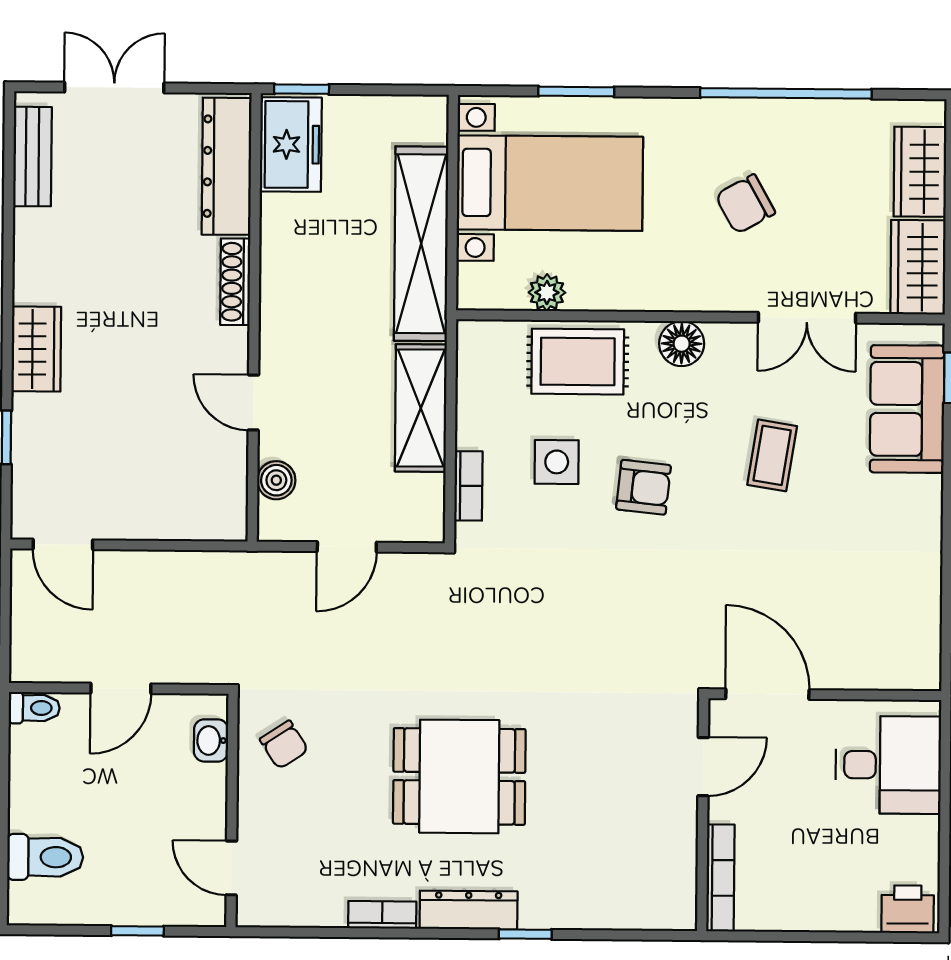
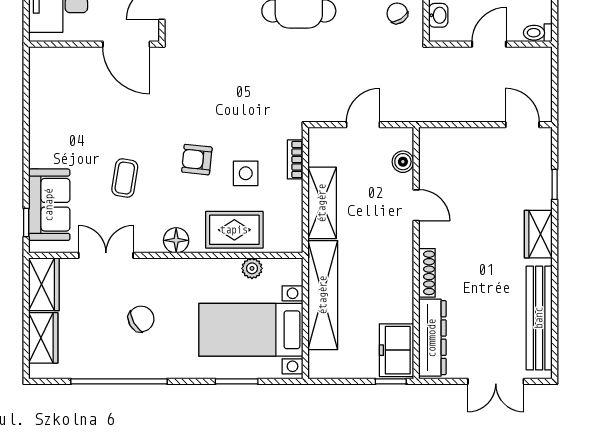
bench: (32, 157) -> (539, 318), width x1.86, depth x1.21

